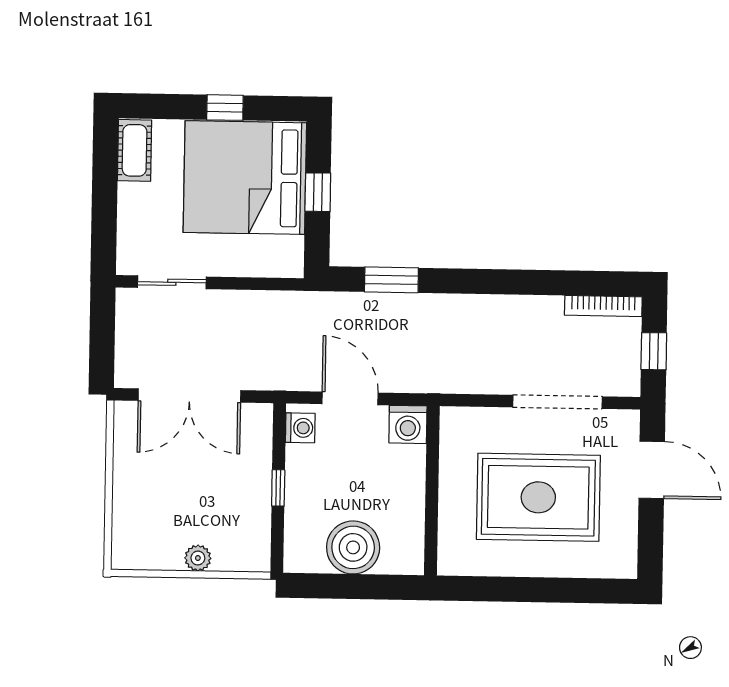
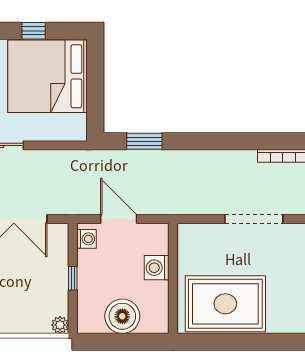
window: (318, 192) -> (95, 85), removed
washing machine: (408, 424) -> (157, 268), moved, turned 90
rug: (538, 497) -> (225, 304), moved
plant: (198, 558) -> (60, 325), moved

